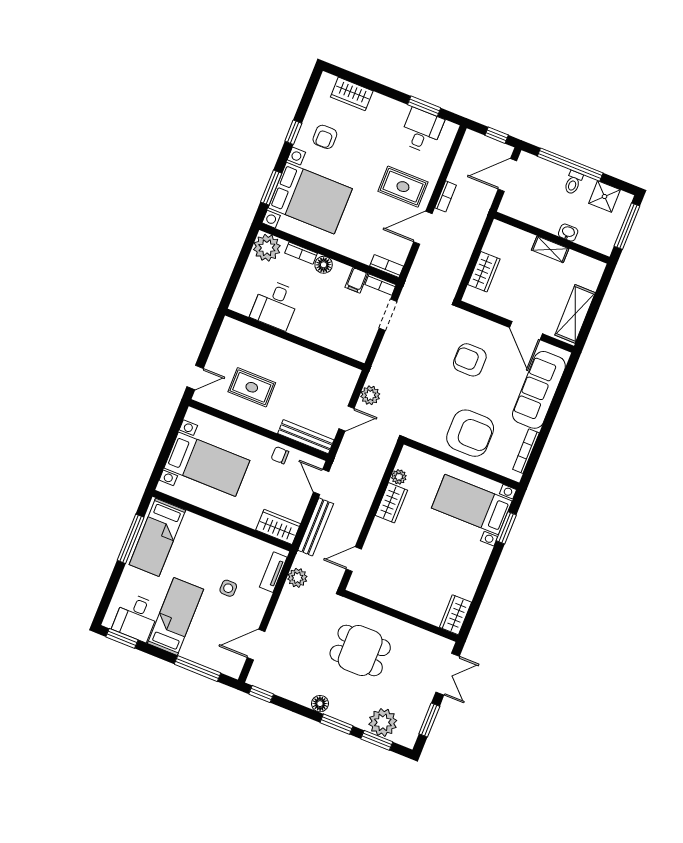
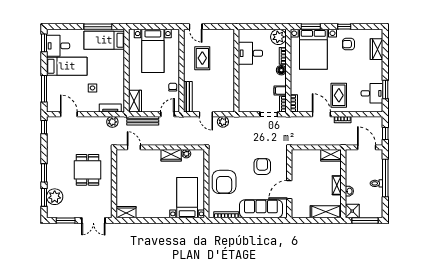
shower: (604, 196) -> (352, 211), moved
wardrobe: (484, 272) -> (331, 155), moved
shelving: (575, 314) -> (326, 212), moved
window: (506, 528) -> (182, 221), removed
floor lamp: (320, 704) -> (51, 160), removed

